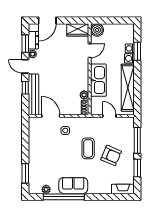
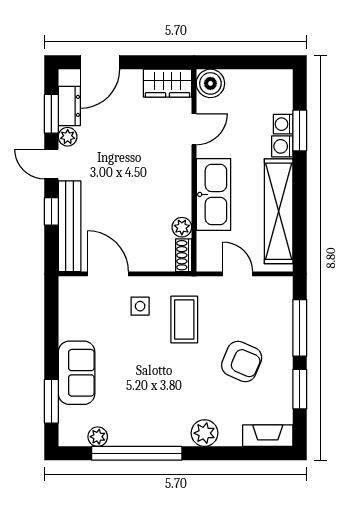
coffee table: (88, 148) -> (184, 320), moved
sofa: (73, 186) -> (77, 373), moved, turned 90
plant: (94, 188) -> (204, 433), added

